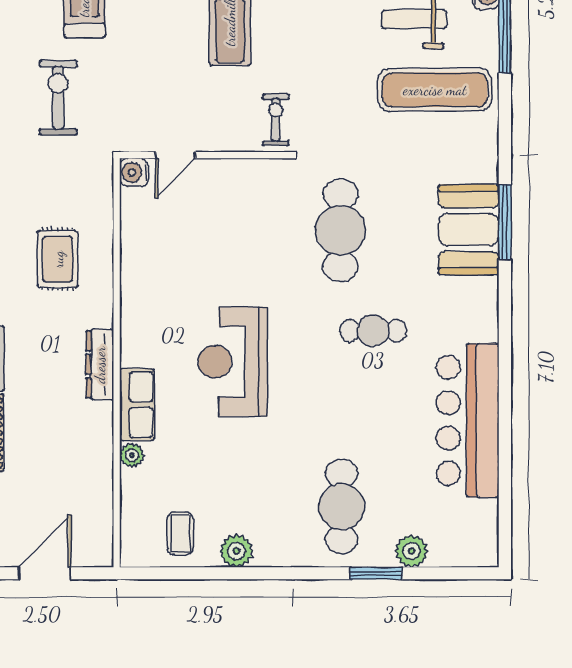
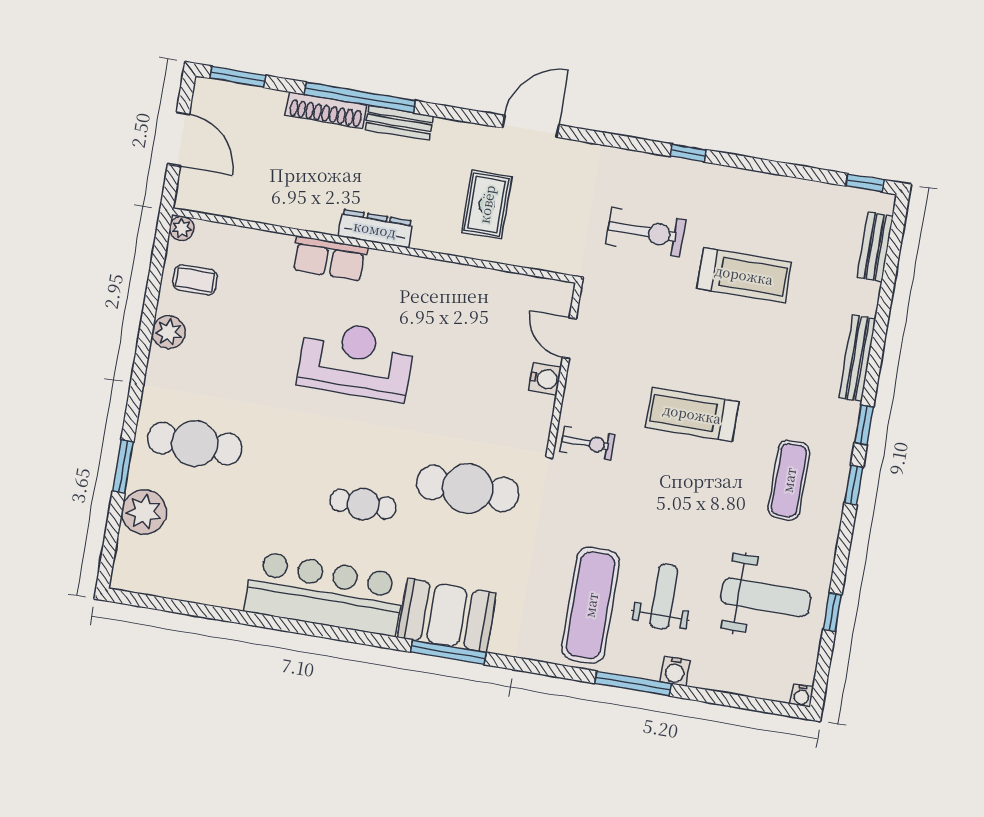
water cooler: (134, 172) -> (545, 379), moved, turned 90
rug: (58, 259) -> (487, 204), turned 90
cafe table: (373, 331) -> (363, 504), turned 90
bar counter: (468, 420) -> (324, 593), moved
plant: (132, 455) -> (182, 228), moved
plant: (411, 551) -> (144, 512), width x1.36, depth x1.36

